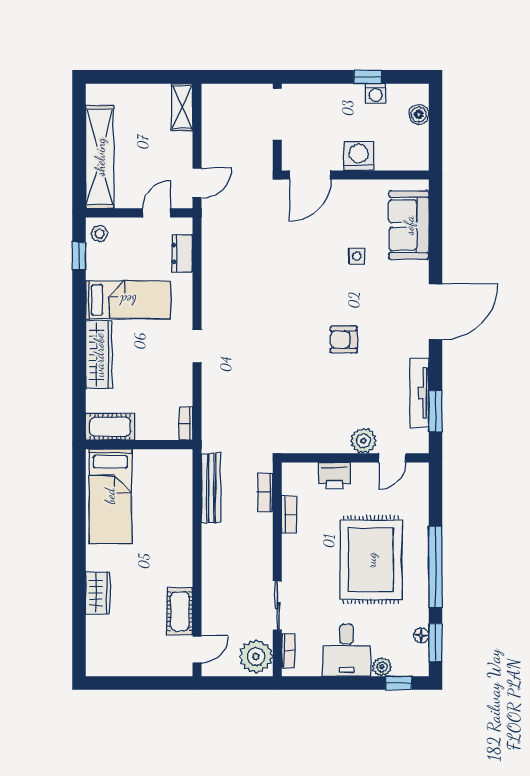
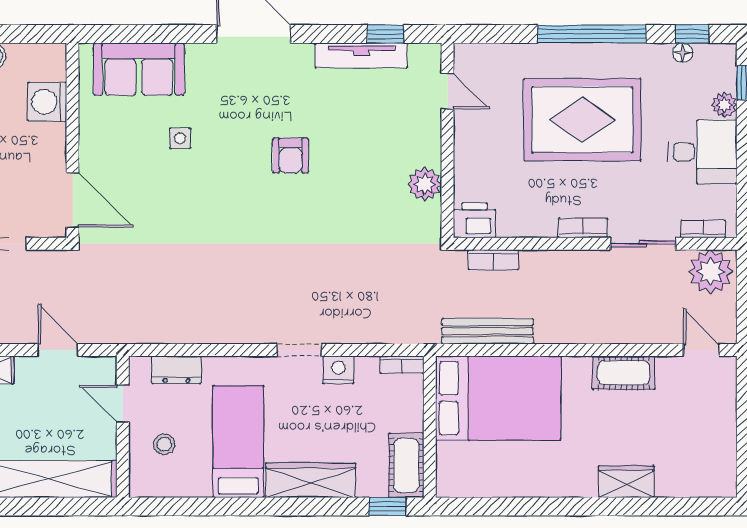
washing machine: (359, 156) -> (47, 102), moved
door: (197, 183) -> (58, 350), moved
stool: (99, 234) -> (164, 444), moved
window: (79, 256) -> (388, 506), moved
nightstand: (182, 376) -> (338, 370), added
window: (435, 411) -> (385, 34), width x0.67
plant: (363, 441) -> (425, 184), moved
printer: (334, 476) -> (475, 220), moved, turned -90
bed: (110, 496) -> (498, 398), moved, width x1.50
bookcase: (289, 515) -> (583, 228), moved
cot: (180, 611) -> (624, 373), moved
window: (435, 642) -> (692, 34), width x0.67

